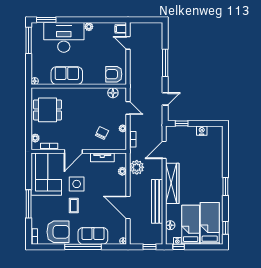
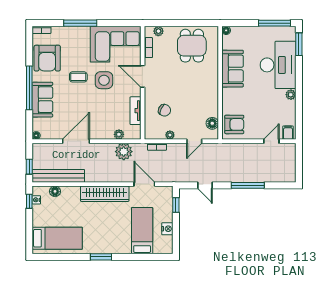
armchair: (114, 74) -> (234, 124), turned 90
bench: (157, 201) -> (58, 176), moved
bed: (191, 225) -> (142, 231), moved, turned -90
window: (225, 228) -> (52, 257), removed

